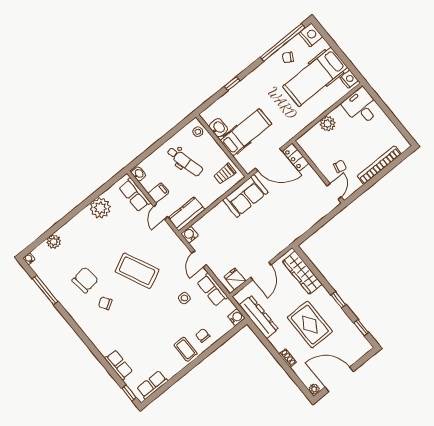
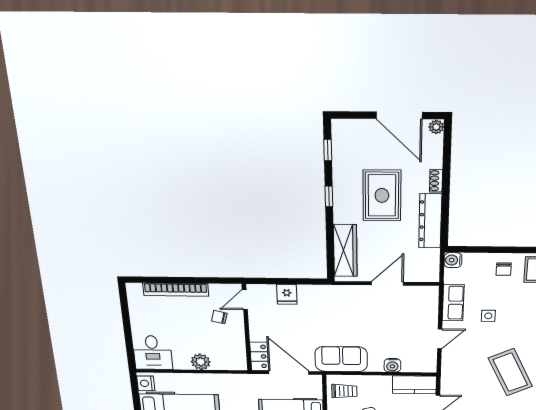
water cooler: (190, 235) -> (392, 365), moved
fridge: (235, 279) -> (287, 294), moved
dresser: (259, 317) -> (430, 221), moved

